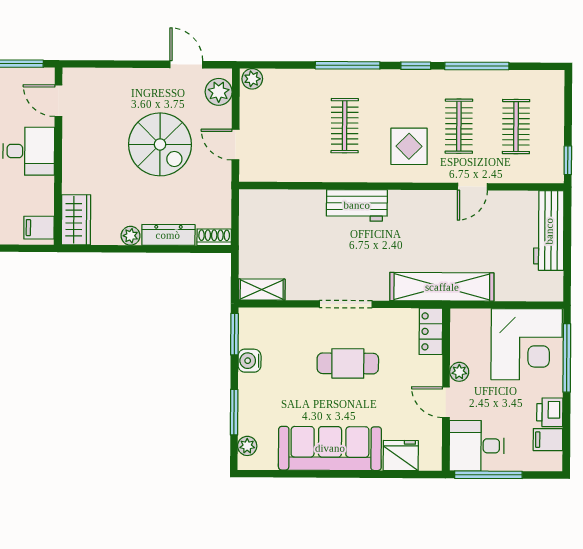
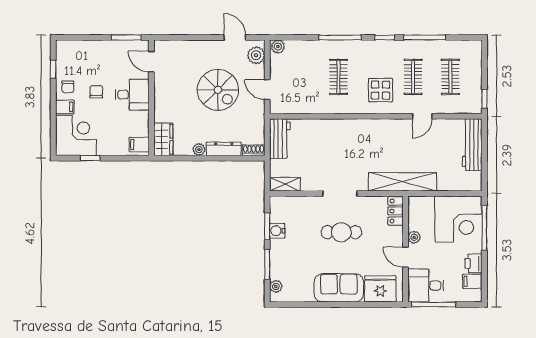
workbench: (357, 205) -> (280, 139), moved, turned -90
window: (234, 334) -> (267, 227), moved
sofa: (330, 448) -> (339, 288), width x0.73
fridge: (401, 456) -> (380, 289), width x1.36, depth x1.34

